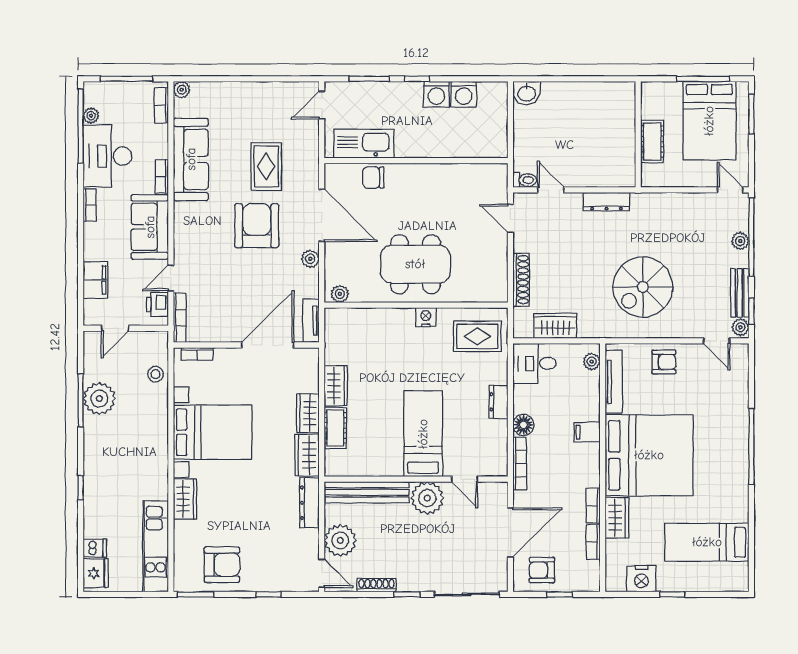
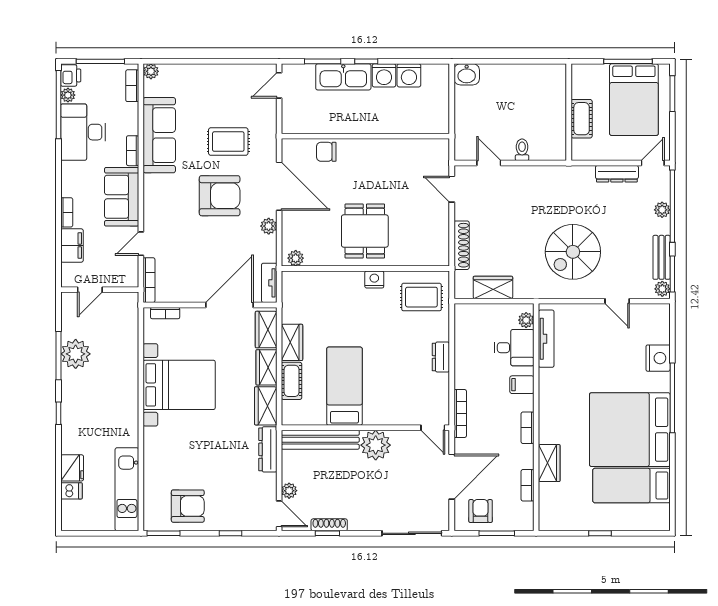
kitchen sink: (364, 144) -> (343, 77), moved, turned 180
rug: (266, 166) -> (228, 142), turned 90
toilet: (525, 180) -> (522, 150), moved, turned -90
door: (730, 190) -> (653, 163), hinge flipped
dresser: (607, 202) -> (617, 174), moved
bookcase: (90, 205) -> (67, 212), moved
armchair: (257, 226) -> (220, 196), turned 90
dining table: (415, 264) -> (365, 231), width x0.73
printer: (157, 305) -> (71, 75), moved, turned 180
window: (751, 311) -> (672, 274), width x1.50
door: (716, 341) -> (617, 301), moved
armchair: (664, 362) -> (592, 321), removed
desk: (534, 363) -> (514, 348), moved, turned 180
stool: (155, 374) -> (127, 332), removed
floor lamp: (523, 425) -> (464, 378), removed
bed: (423, 434) -> (344, 386), moved
bed: (649, 455) -> (630, 430), moved, turned 180
door: (465, 479) -> (433, 428), moved
window: (81, 488) -> (58, 413), moved
wardrobe: (185, 499) -> (266, 330), moved, turned 180
bookcase: (593, 506) -> (527, 428), moved
plant: (340, 540) -> (289, 491), width x0.53, depth x0.53
armchair: (542, 570) -> (481, 511), turned 90
fridge: (96, 573) -> (72, 468), moved
nightstand: (641, 579) -> (658, 358), moved, turned -90
window: (407, 594) -> (327, 533), moved
window: (560, 594) -> (497, 533), width x1.50

